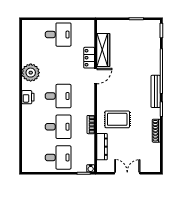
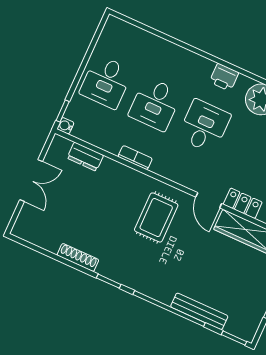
bench: (156, 91) -> (199, 311), moved
desk: (58, 96) -> (204, 126), turned 180
rug: (117, 119) -> (156, 217), moved
dresser: (102, 147) -> (85, 157), width x0.70

